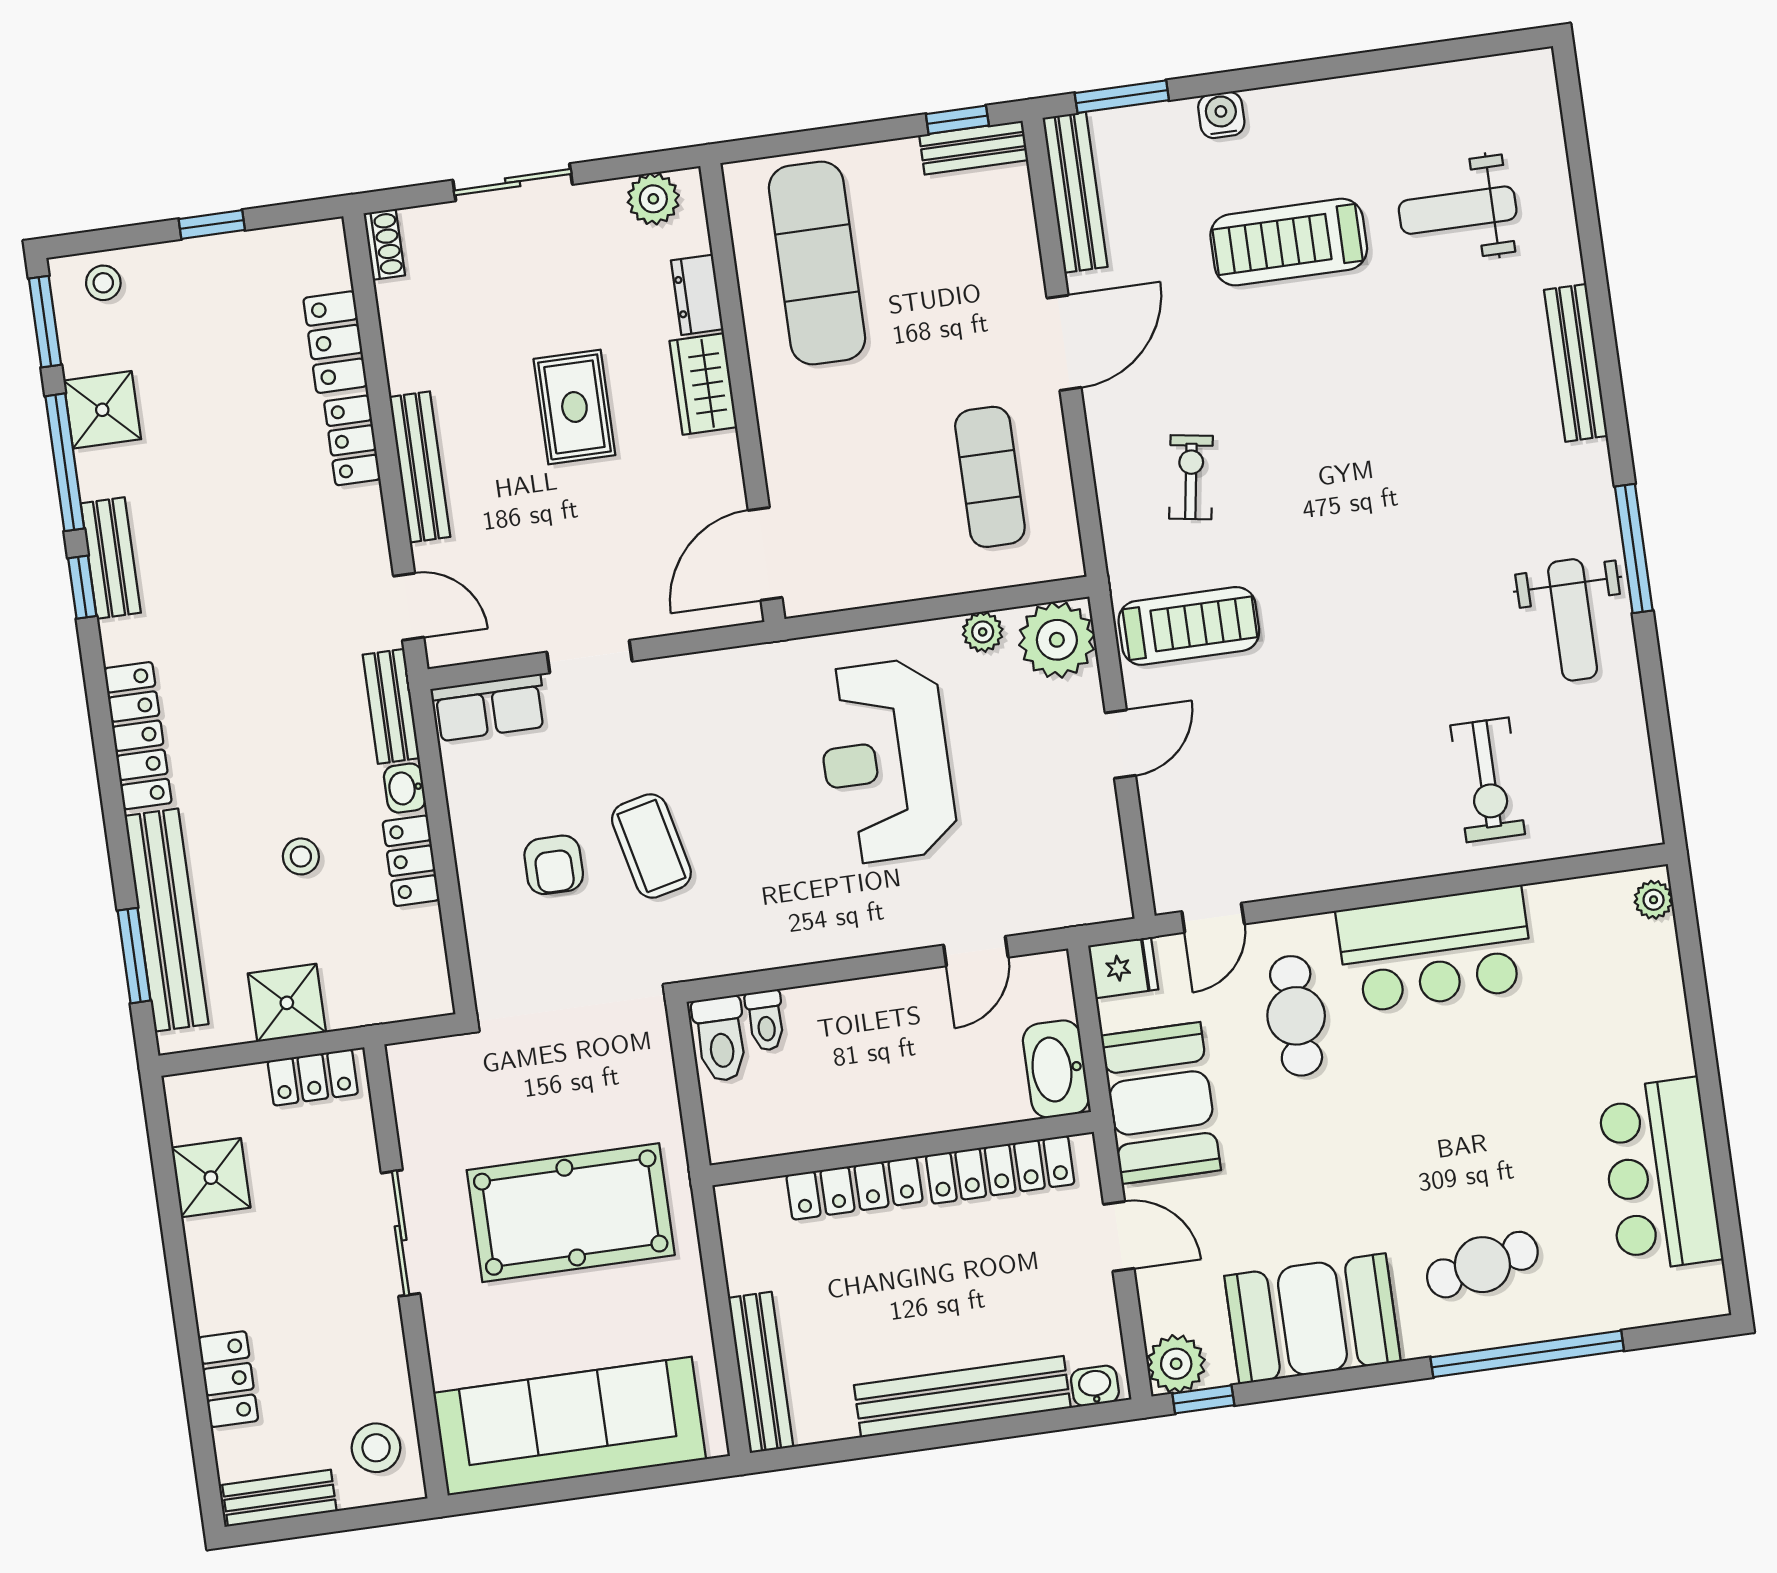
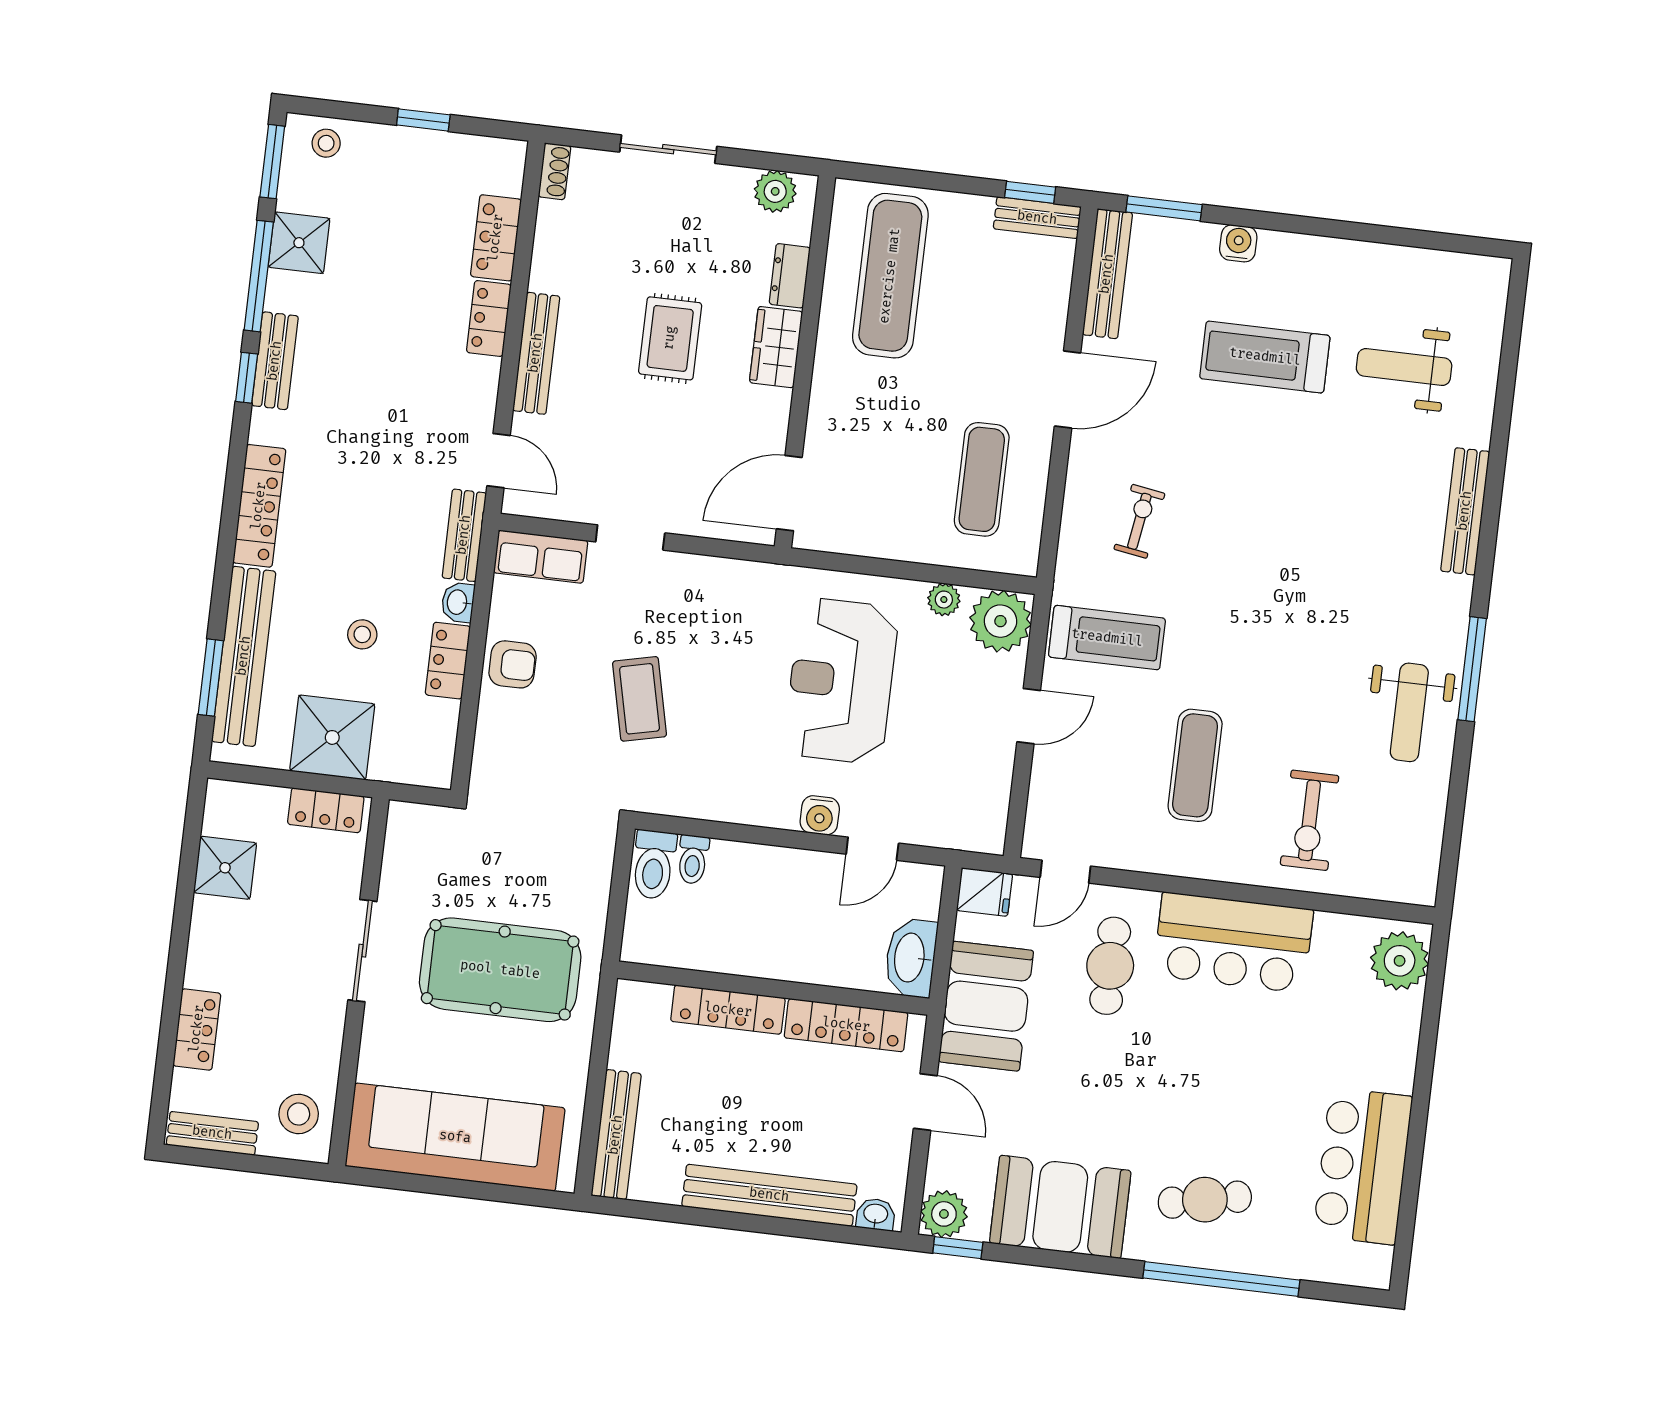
exercise mat: (1334, 750) -> (1195, 765), added
armchair: (554, 865) -> (513, 664), moved, turned -90
plant: (1654, 900) -> (1400, 961), width x1.87, depth x1.87
water cooler: (903, 928) -> (820, 815), added
shower: (287, 1003) -> (332, 737), width x1.36, depth x1.36

